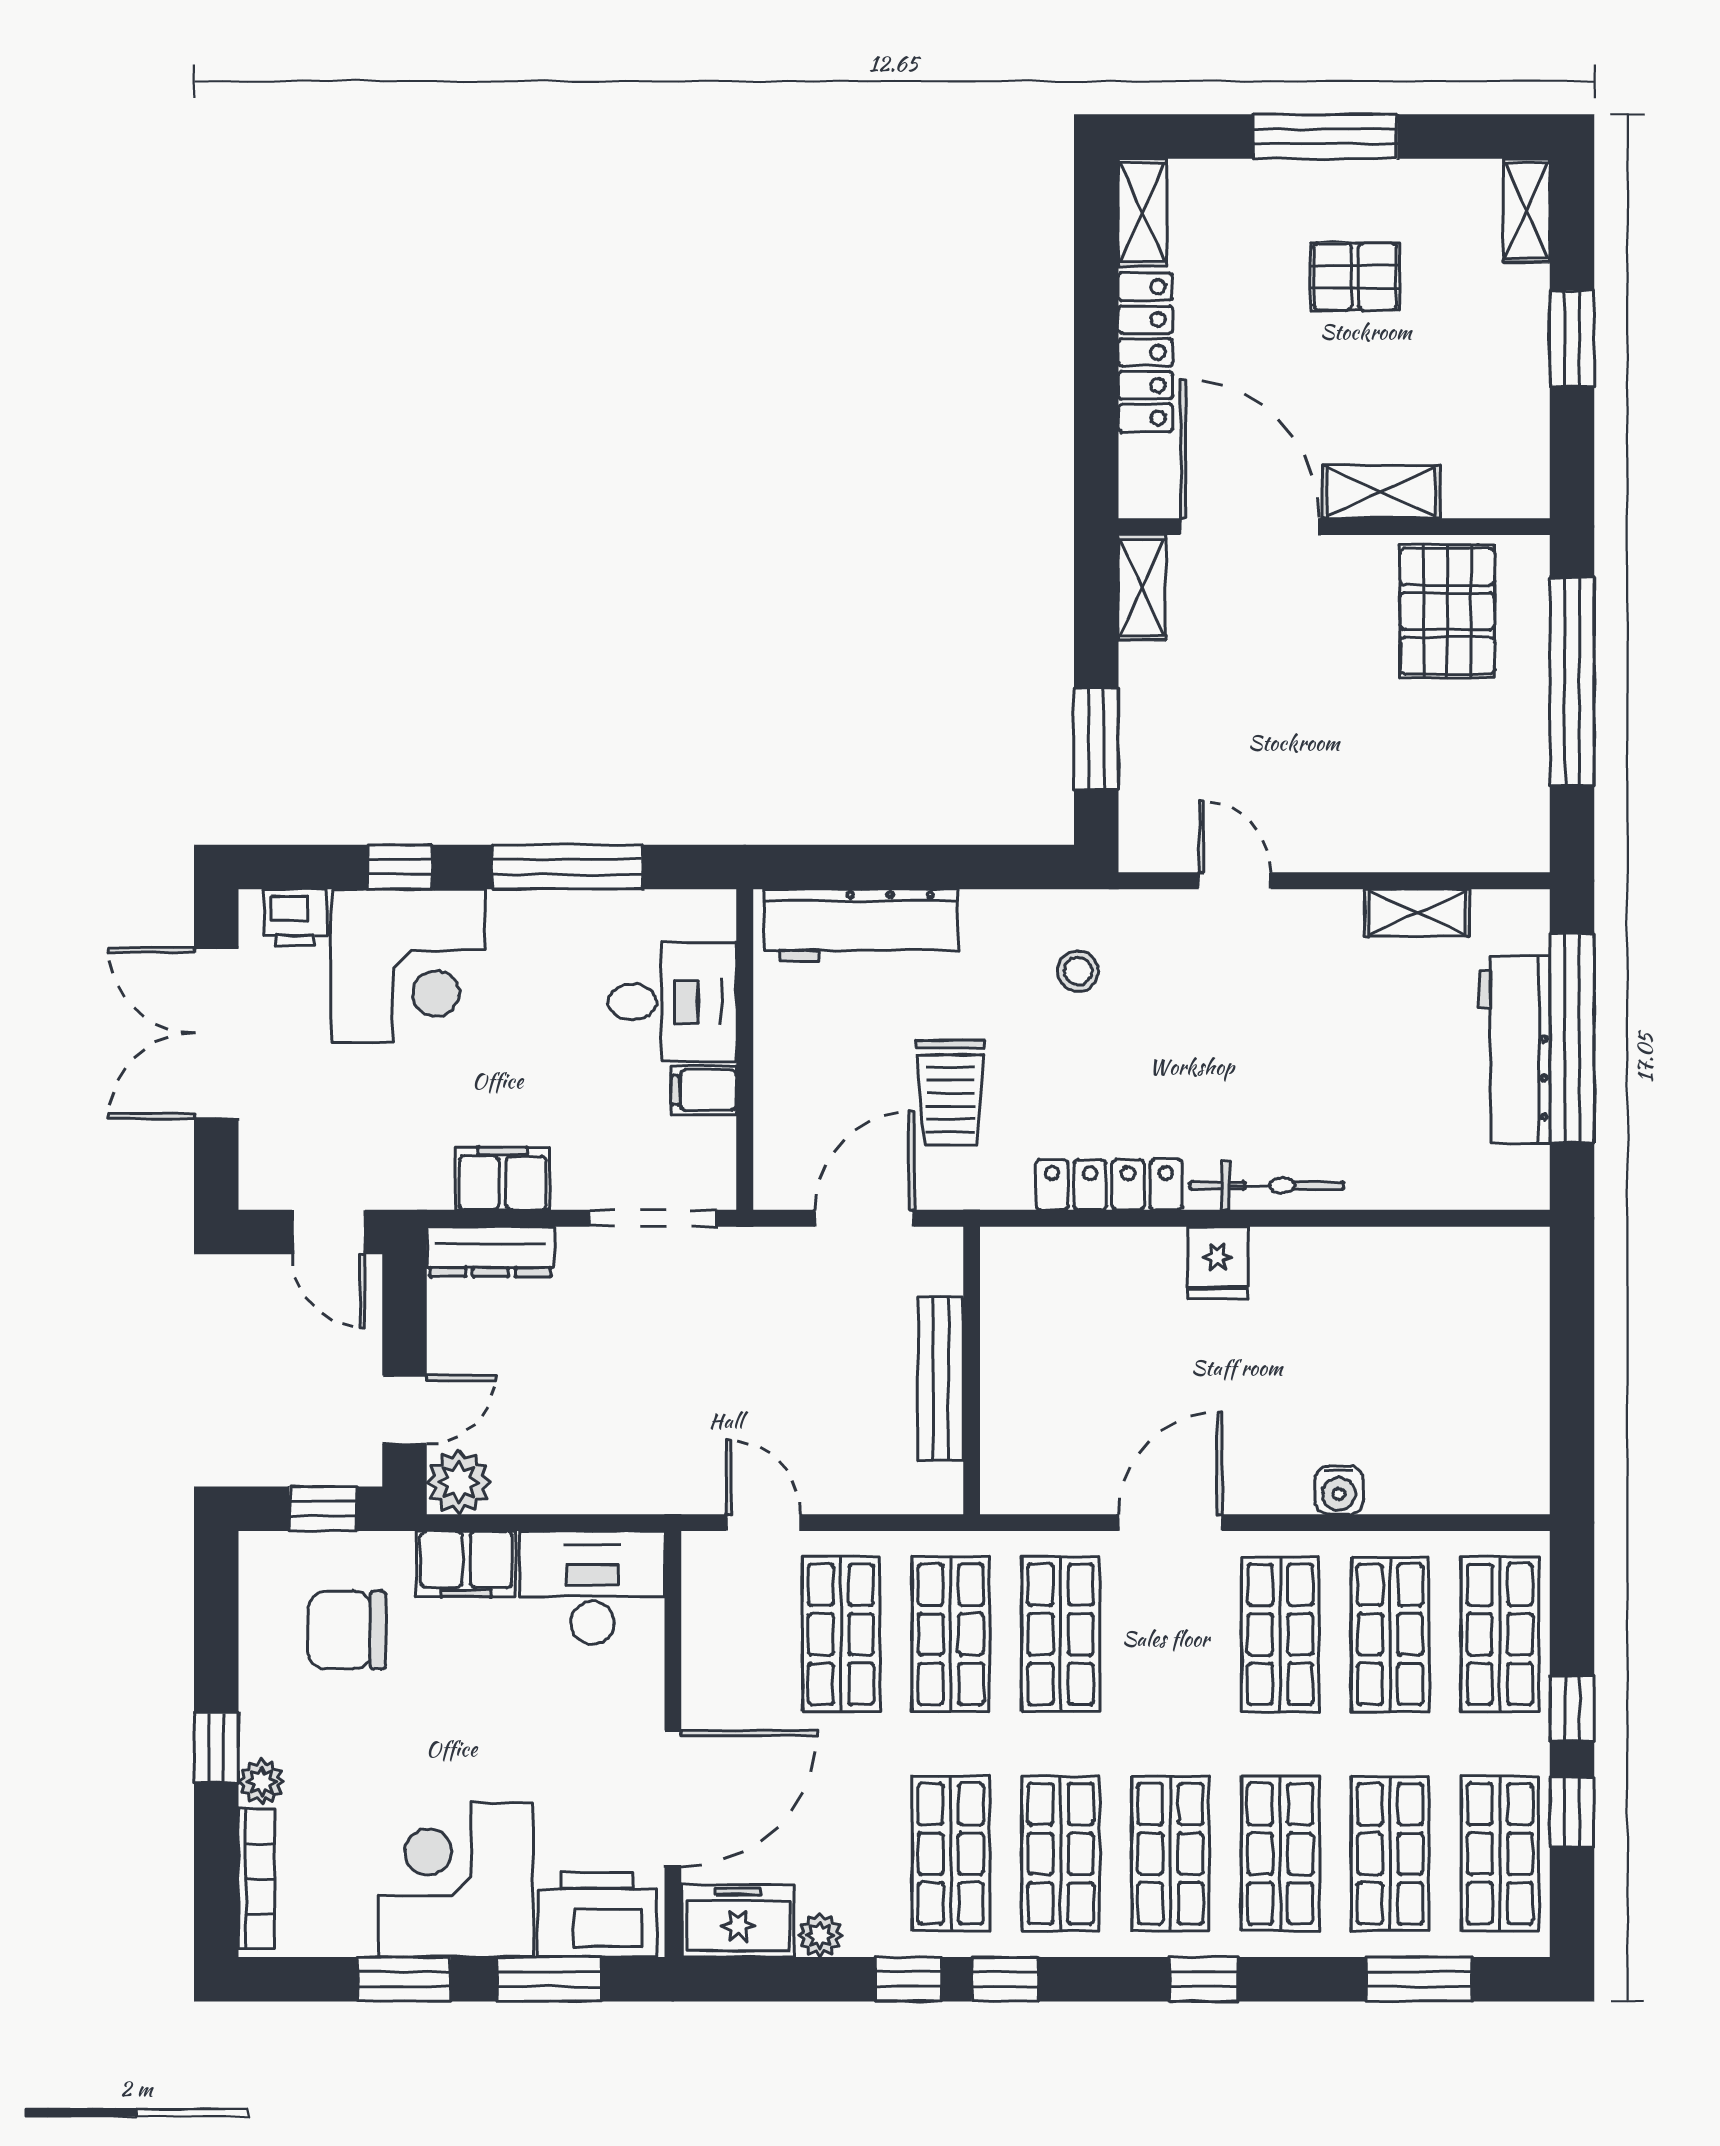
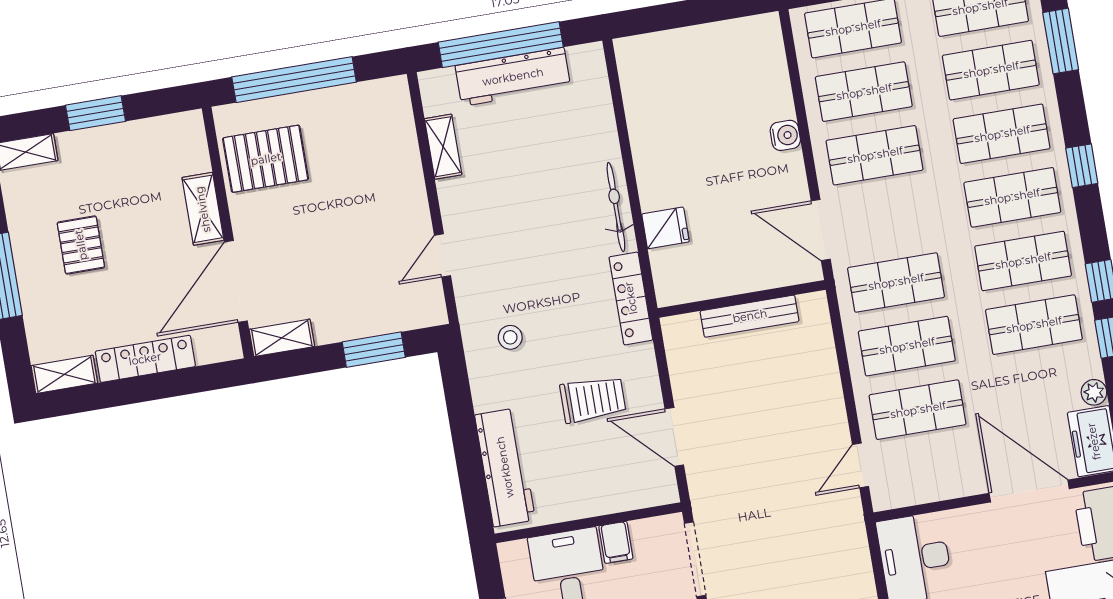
wall: (972, 1370) -> (742, 299), moved
bench: (940, 1379) -> (750, 316), moved

